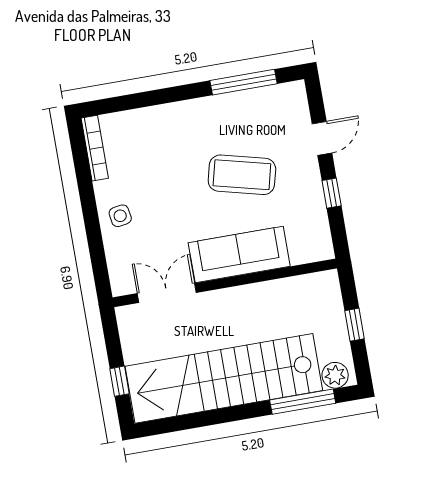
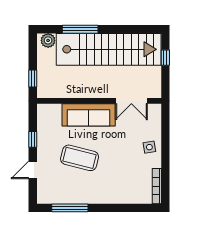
window: (355, 325) -> (33, 78), moved
window: (303, 402) -> (80, 29), moved

